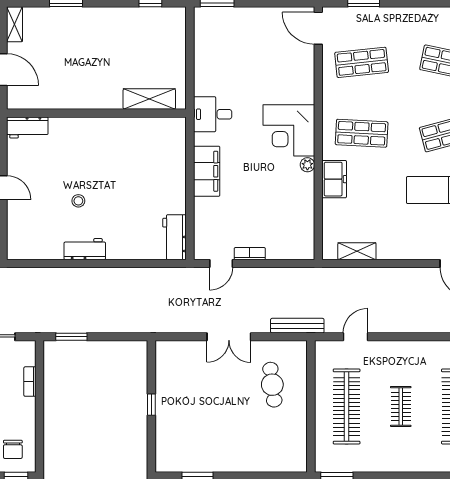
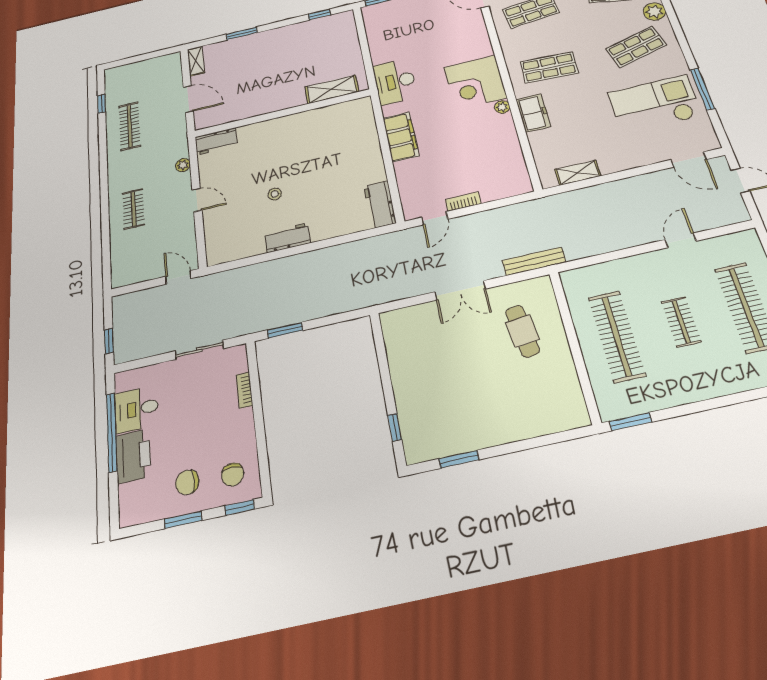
desk: (213, 114) -> (395, 82), width x1.37
door: (356, 337) -> (681, 240), moved
window: (151, 405) -> (395, 427), moved

